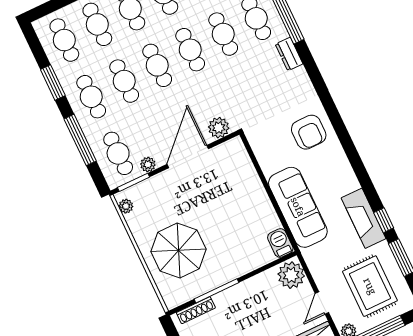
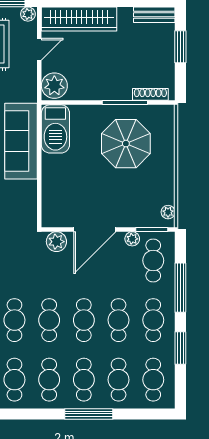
barbecue: (280, 243) -> (55, 129), width x1.88, depth x1.53
parasol: (179, 250) -> (126, 144), moved

